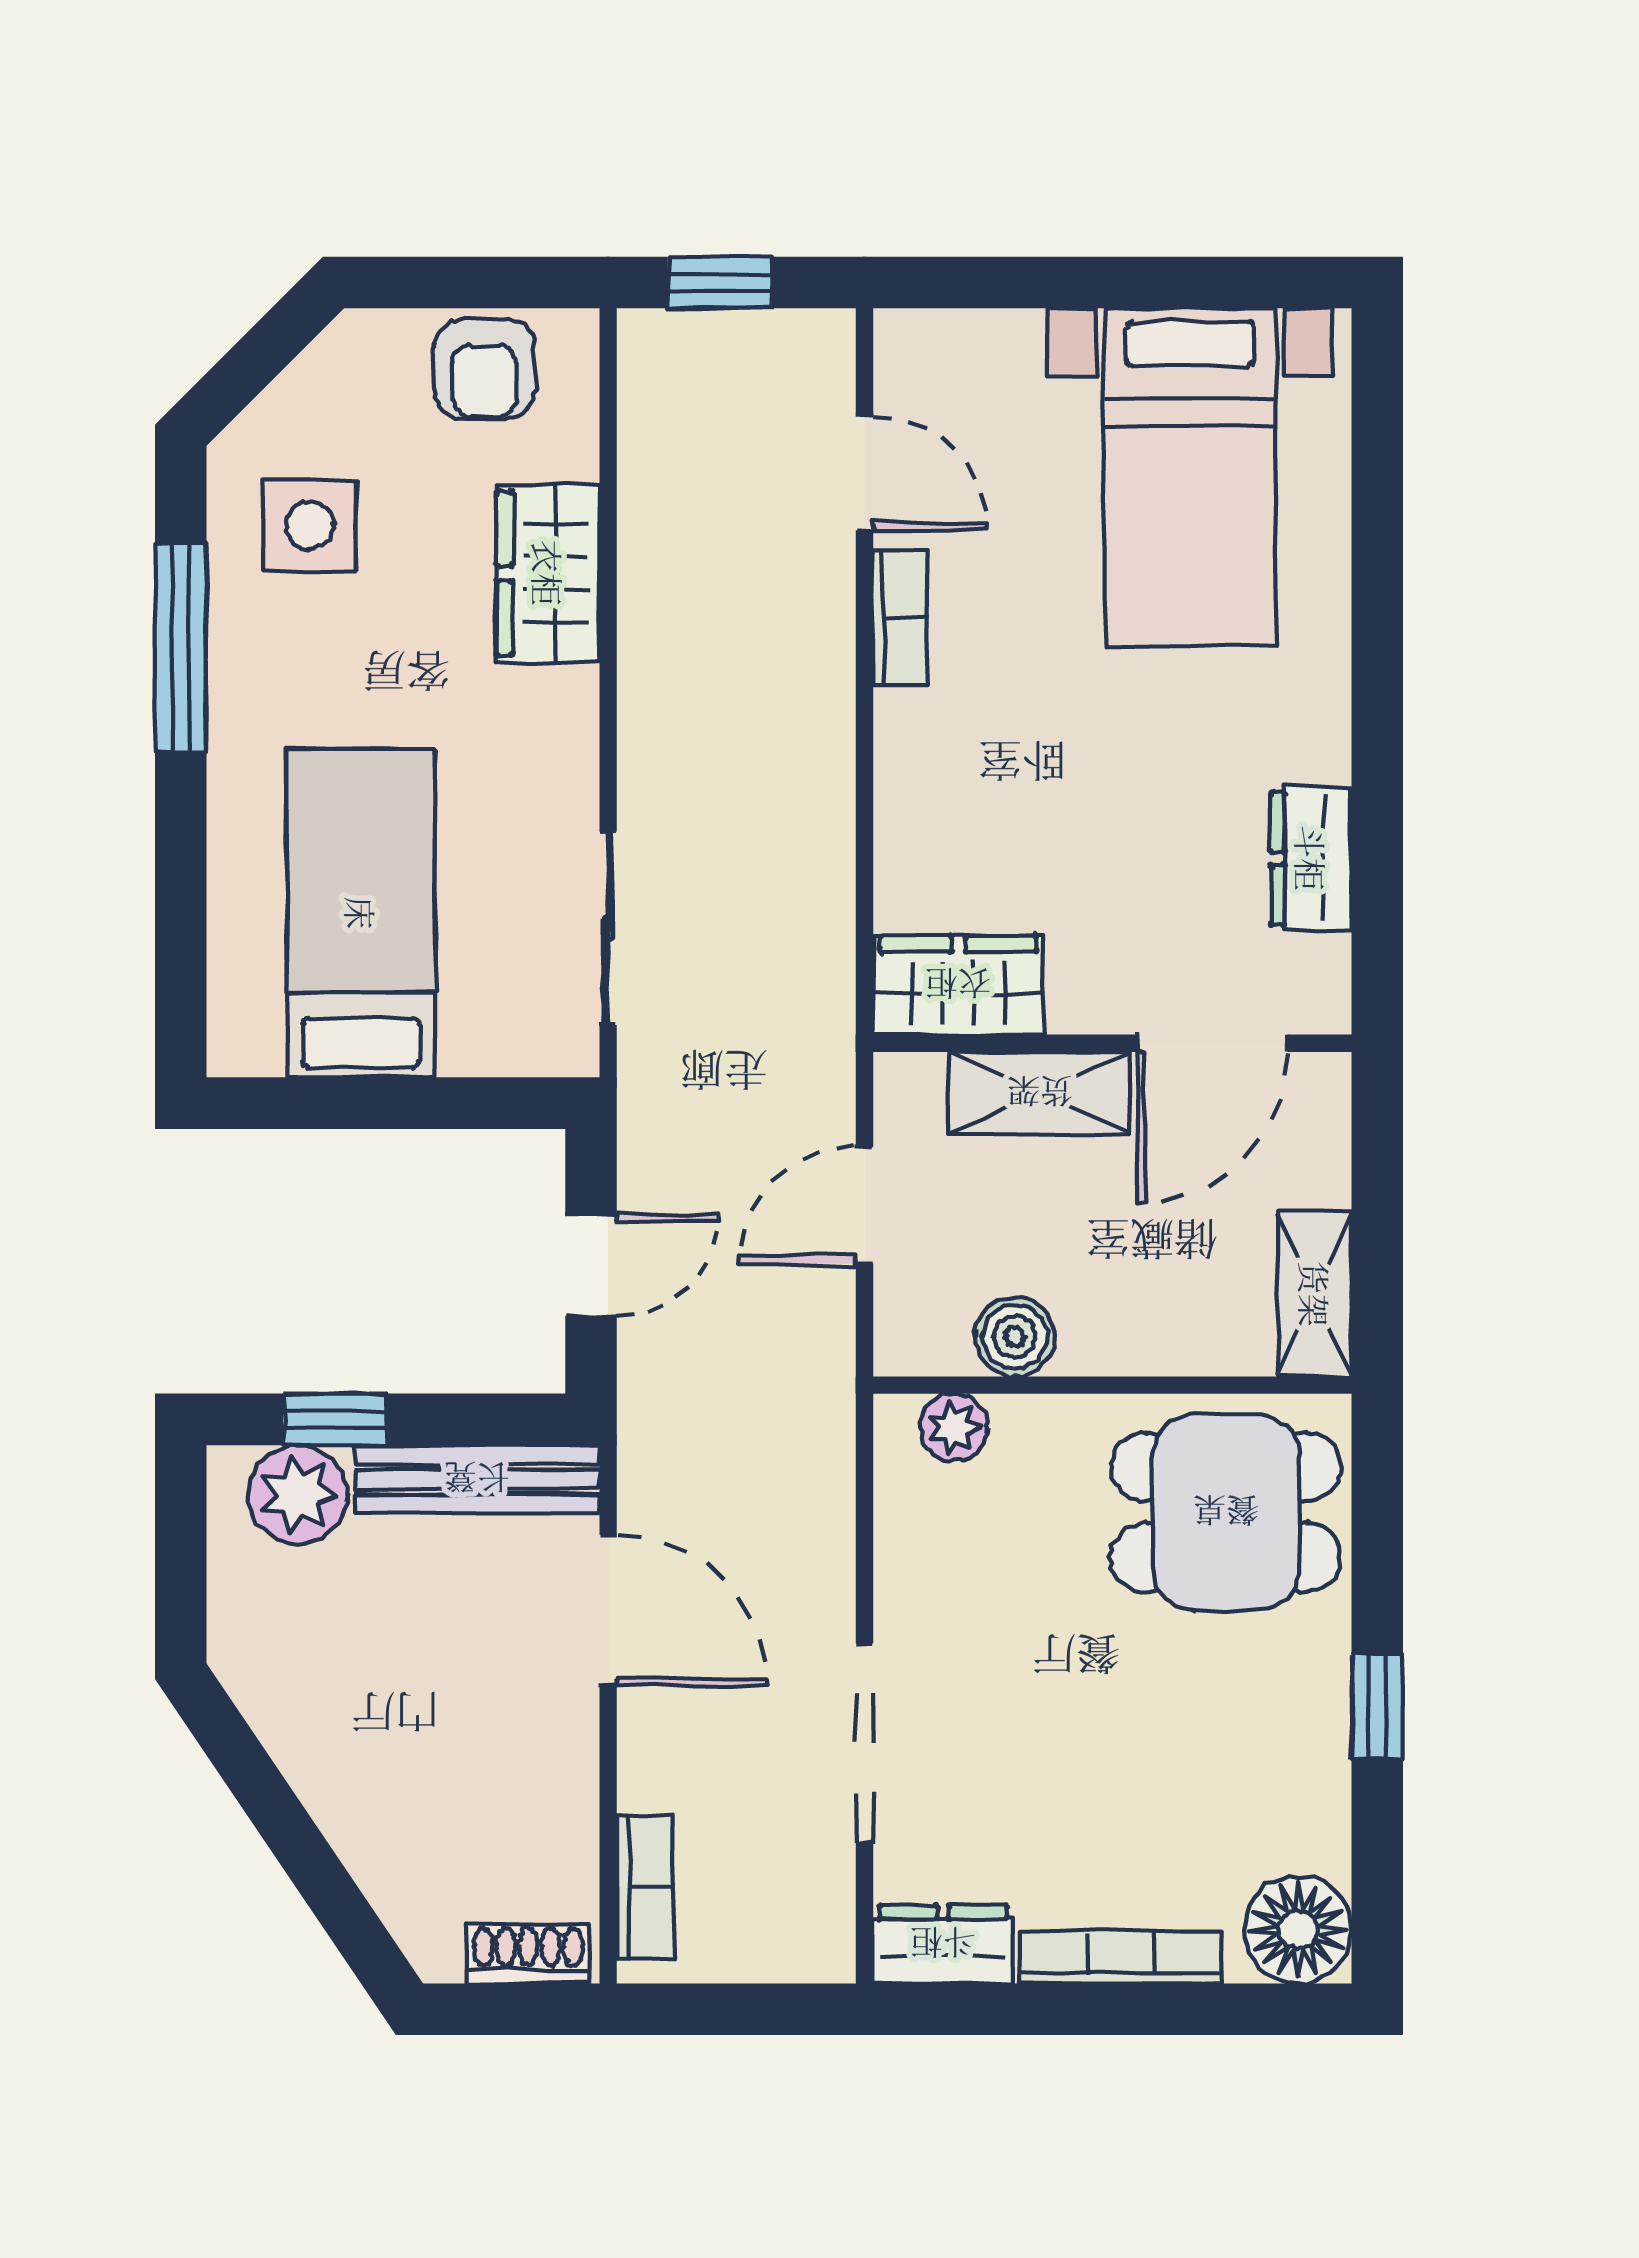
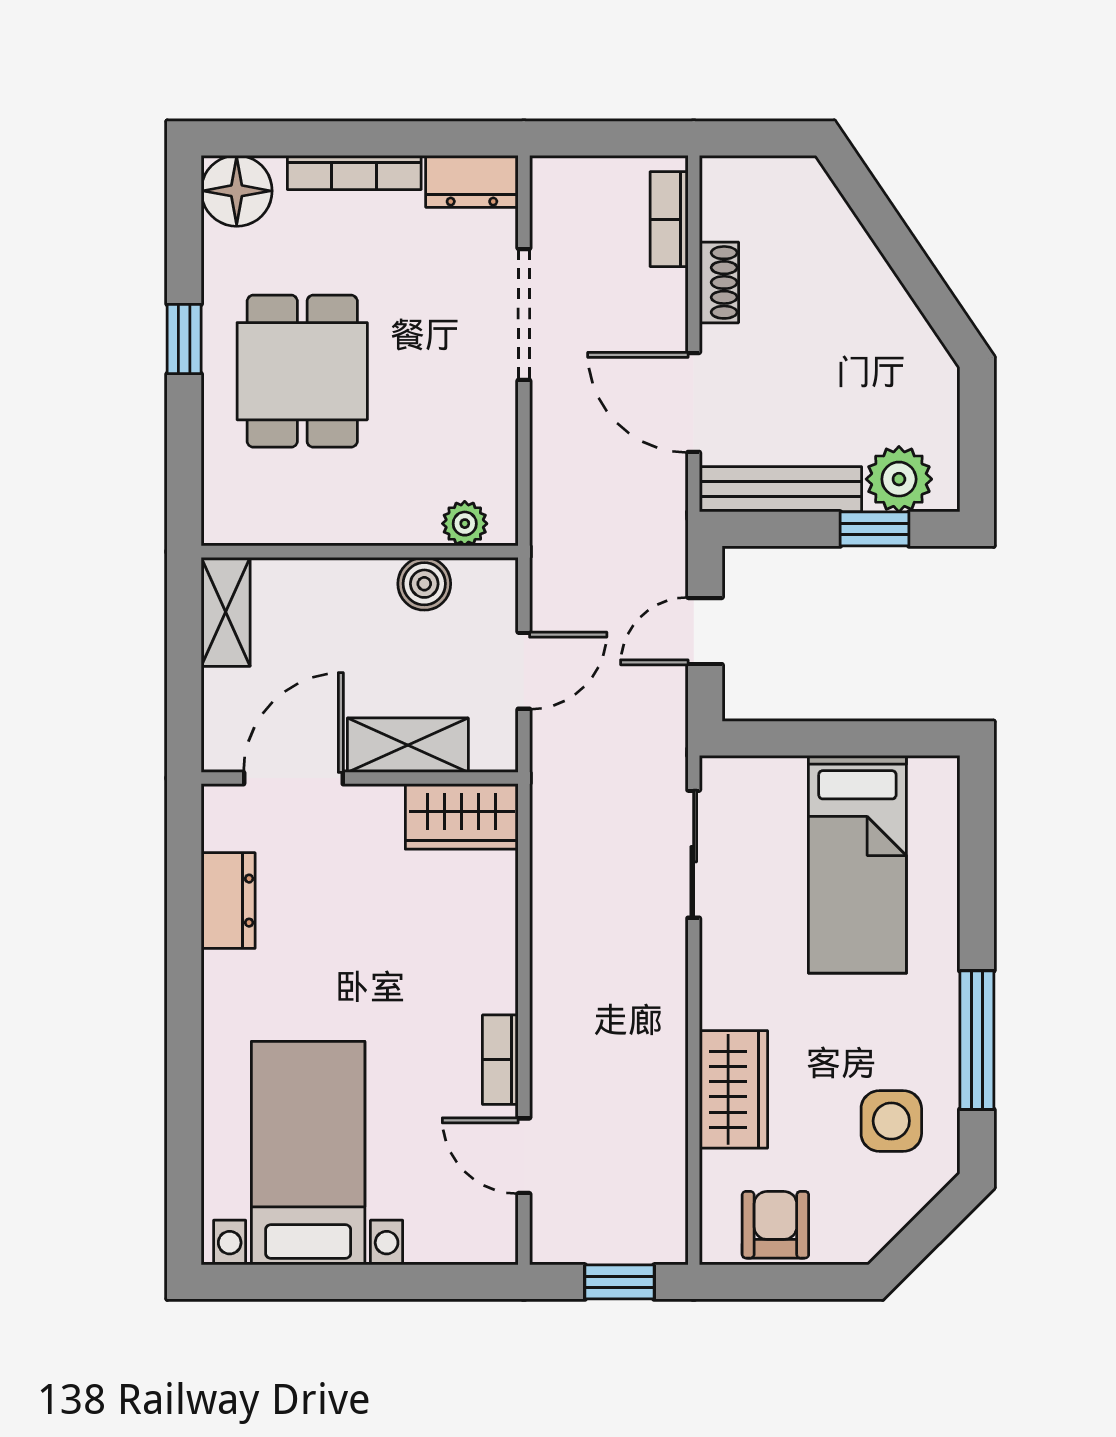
dining table: (1226, 1512) -> (302, 371), moved, turned 90
shoe rack: (528, 1954) -> (719, 282), moved, turned -90

